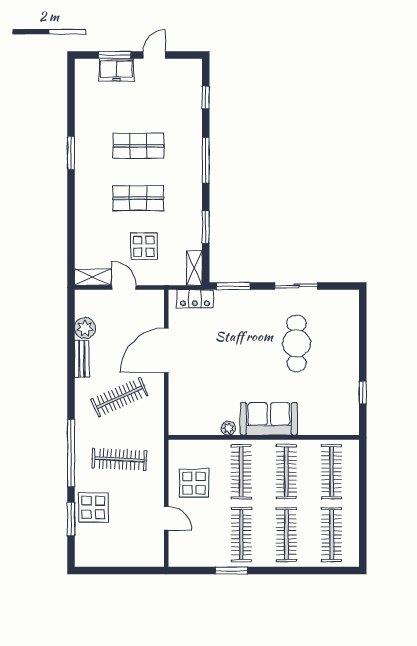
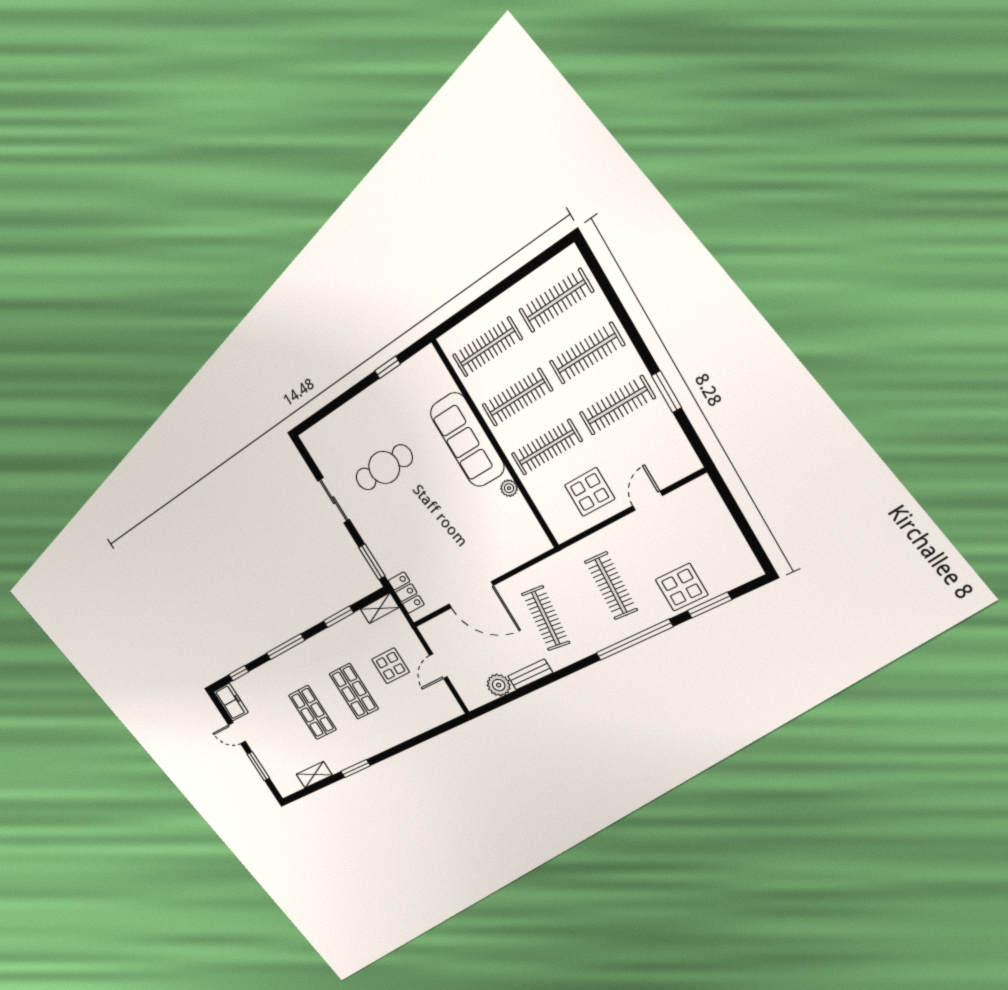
freezer: (116, 70) -> (231, 702), moved
shelving: (93, 277) -> (314, 775), moved, turned 90
clothes rail: (119, 397) -> (546, 618), turned 30
sofa: (269, 419) -> (467, 440), width x1.36

